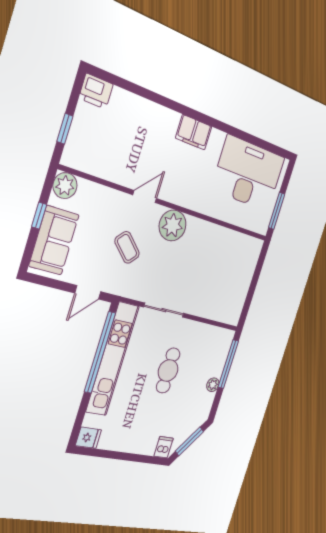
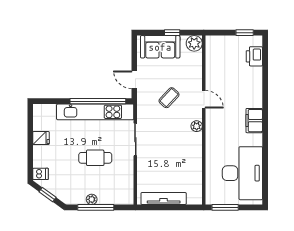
printer: (96, 91) -> (254, 56), moved
window: (65, 129) -> (245, 33), moved
plant: (173, 225) -> (197, 126), width x0.53, depth x0.53
tv unit: (242, 290) -> (164, 199), added
window: (228, 364) -> (96, 207), moved
fridge: (88, 438) -> (41, 138), moved, turned -90
window: (190, 441) -> (48, 195), width x0.67

